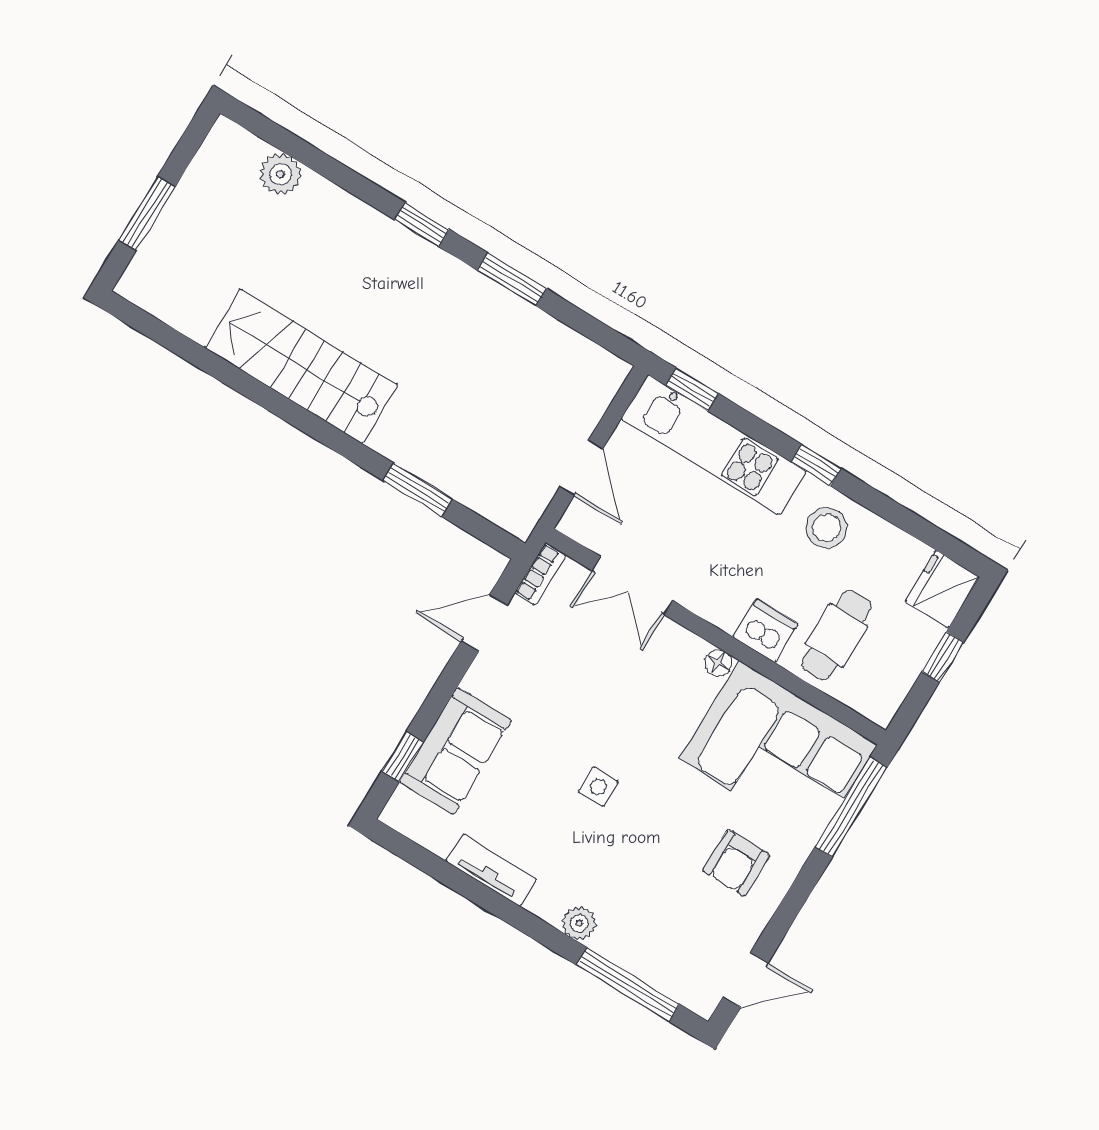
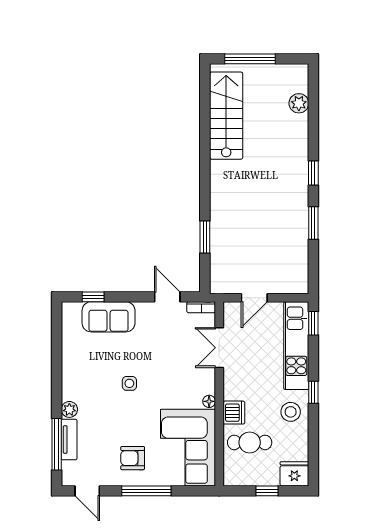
window: (147, 213) -> (250, 59), width x1.44
stairs: (301, 366) -> (226, 116), moved
window: (851, 807) -> (146, 491), moved
tv unit: (491, 870) -> (69, 439), moved

